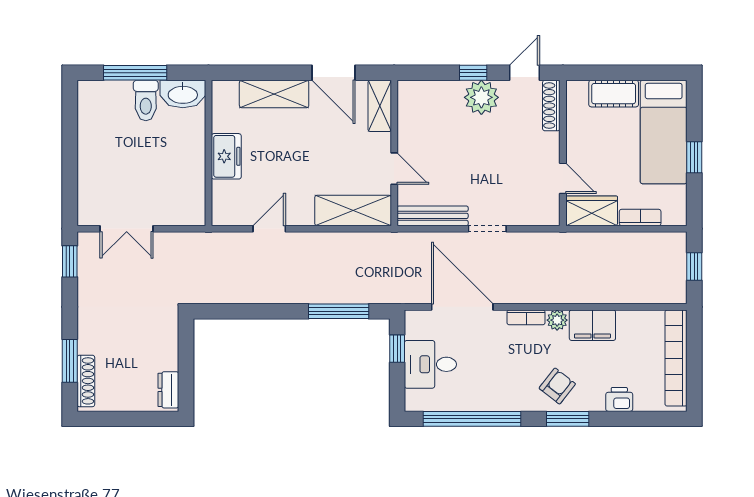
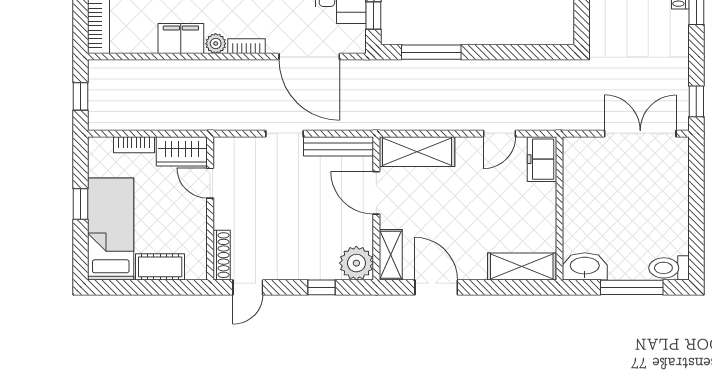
window: (473, 73) -> (321, 287), moved
shelving: (274, 94) -> (522, 266), moved
plant: (481, 97) -> (356, 263), moved
toilet: (146, 100) -> (669, 268), moved, turned -90
freezer: (226, 156) -> (542, 159), moved
door: (394, 169) -> (376, 193), width x1.38
double door: (127, 229) -> (640, 134), width x1.37

